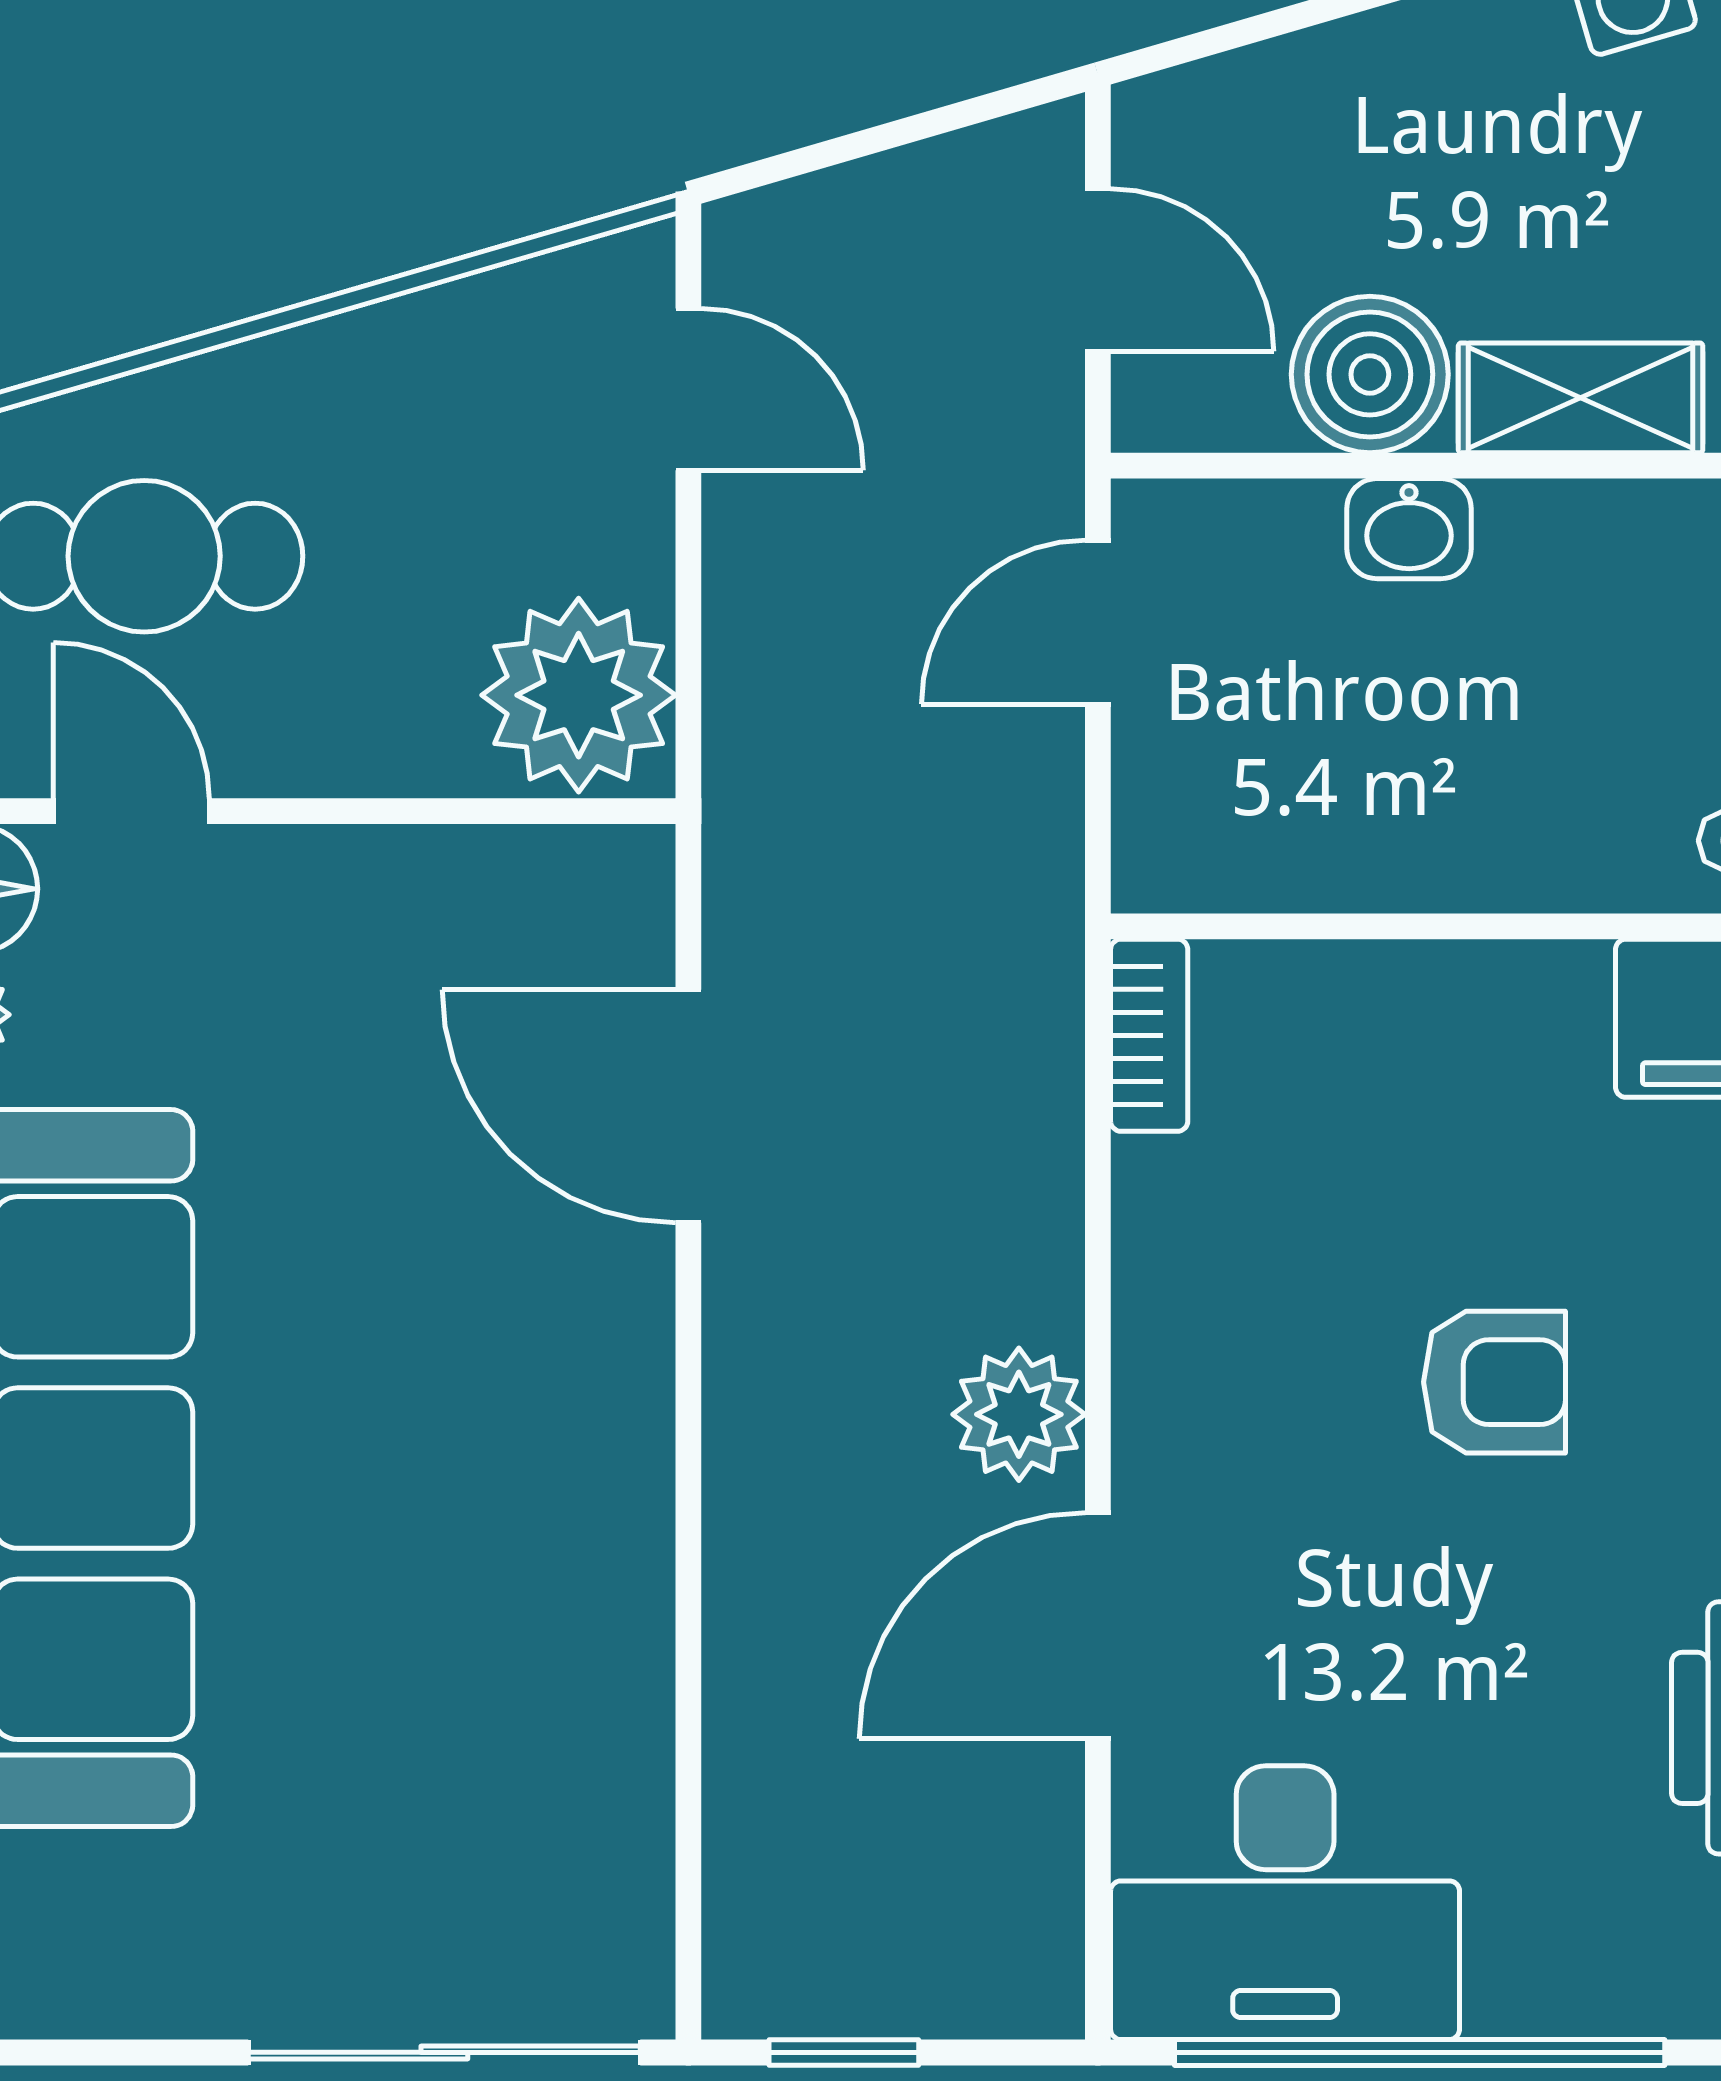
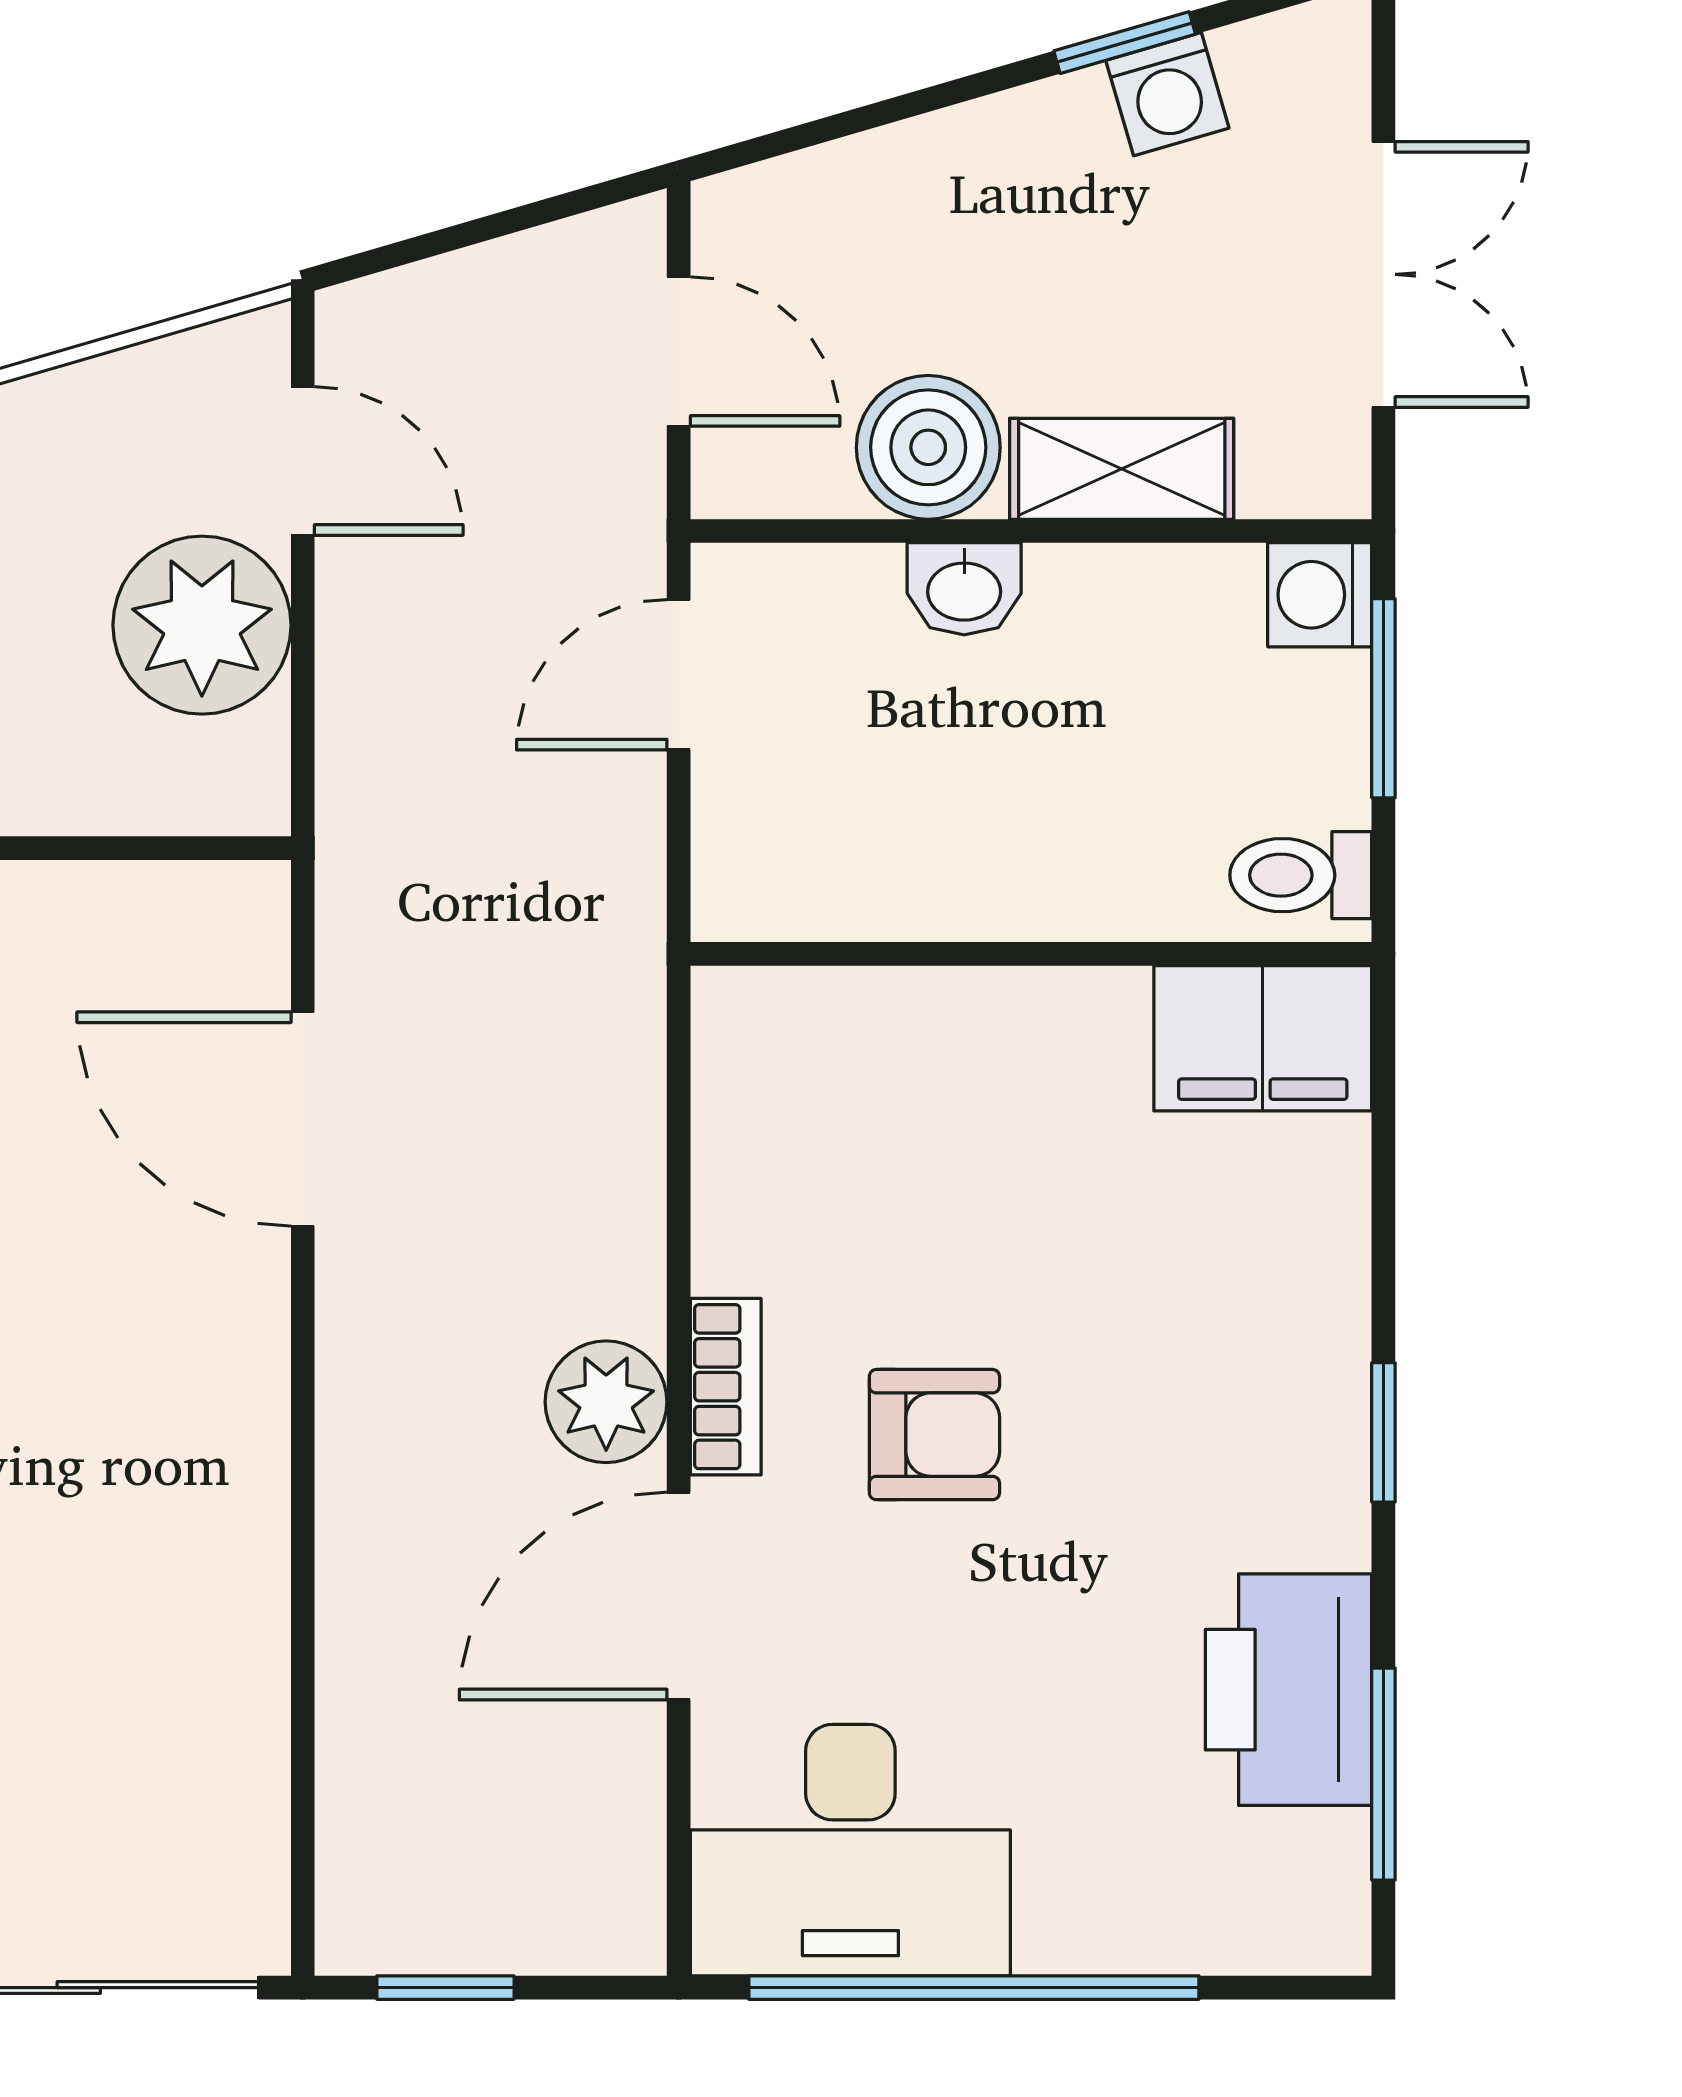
plant: (579, 695) -> (202, 625), moved
bookcase: (1149, 1035) -> (726, 1387), moved
armchair: (1495, 1382) -> (934, 1435), moved

